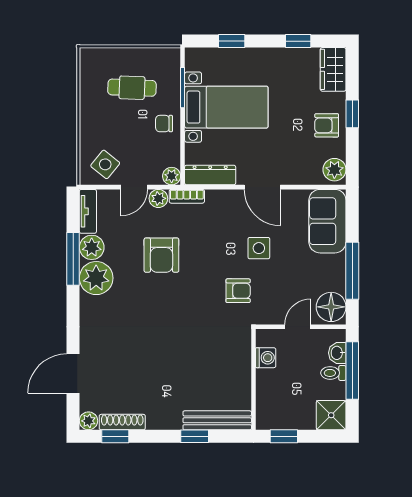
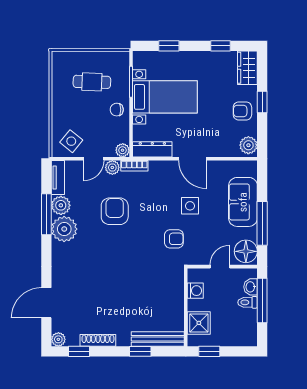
sofa: (327, 221) -> (243, 202), moved
armchair: (161, 255) -> (115, 211), turned 180
shower: (331, 415) -> (199, 323), moved
shoe rack: (122, 422) -> (98, 340), moved

